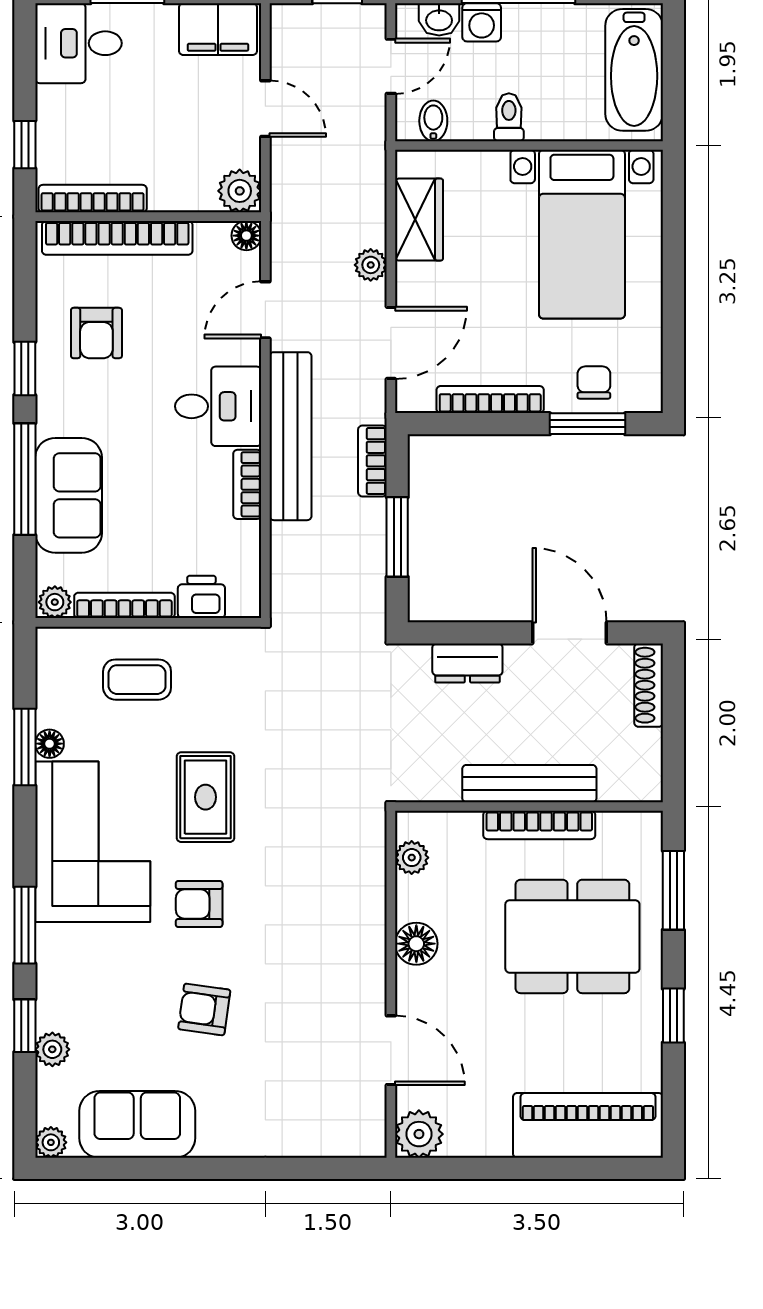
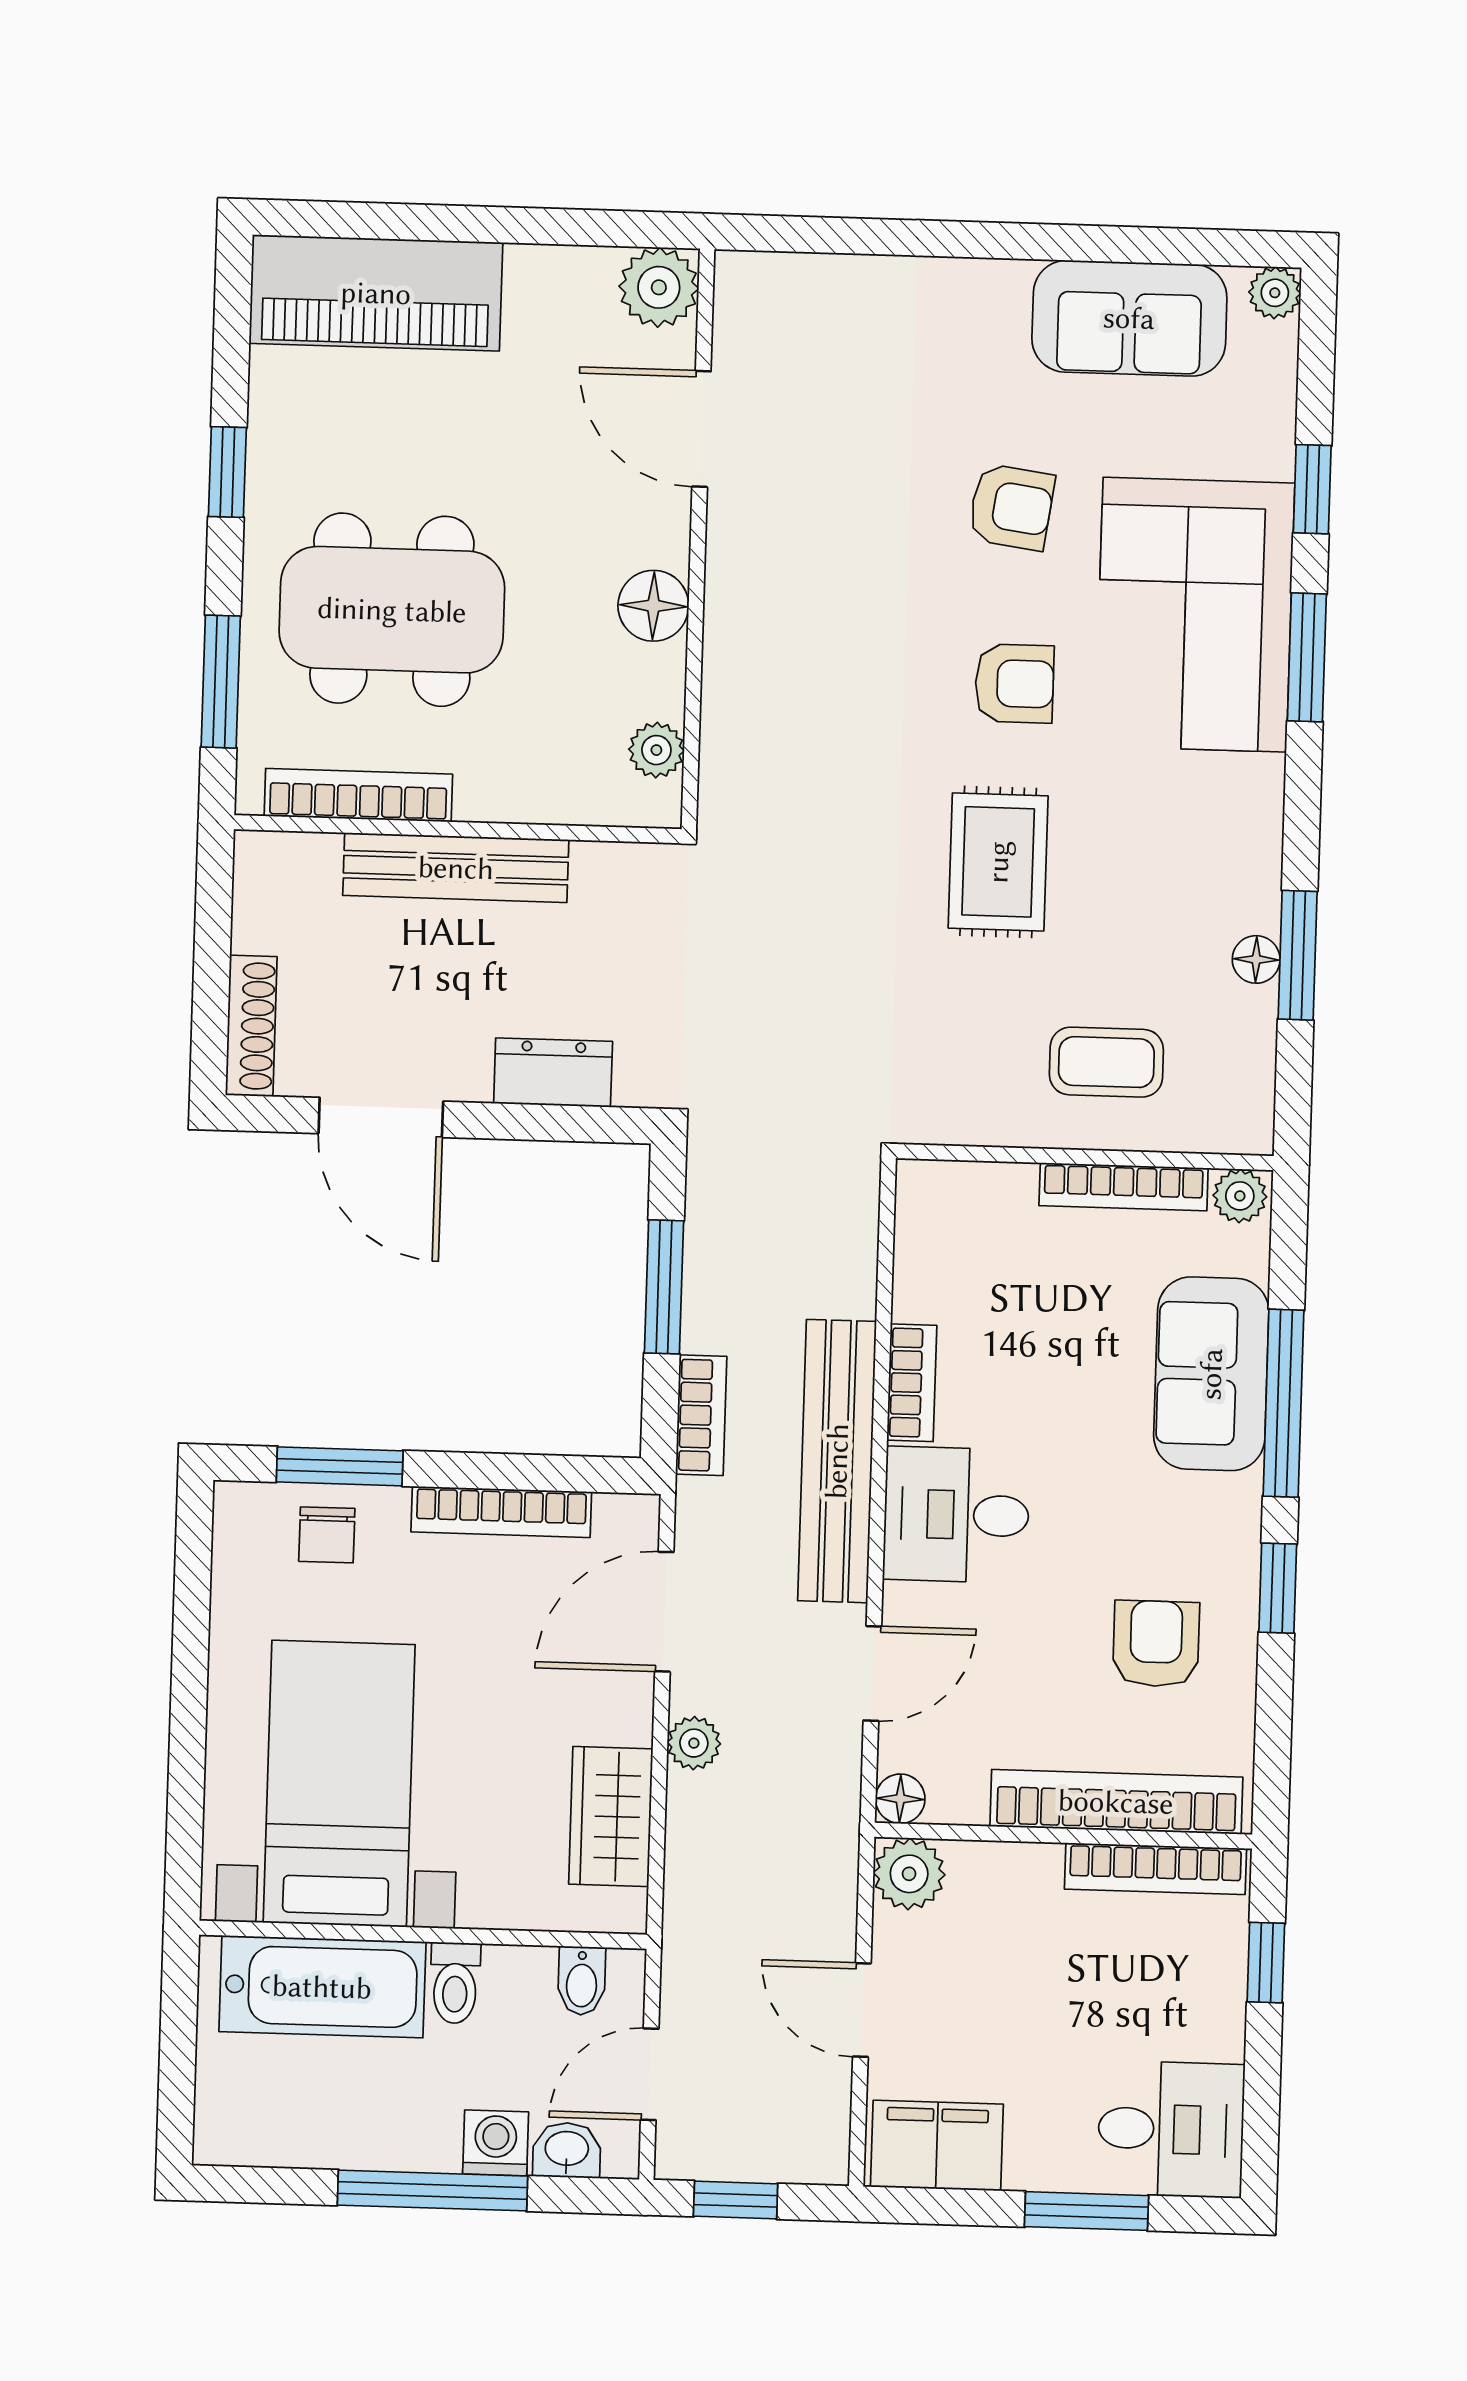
bathtub: (634, 70) -> (322, 1987), moved, turned 90
printer: (201, 597) -> (994, 1197), removed
bookcase: (539, 825) -> (358, 795), moved
corner sofa: (93, 842) -> (1195, 615), moved
plant: (52, 1049) -> (1268, 448), removed

